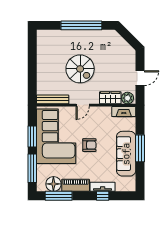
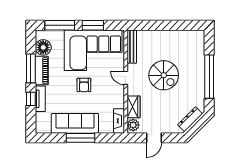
dresser: (122, 44) -> (190, 119), added
spiral stairs: (80, 69) -> (164, 75), turned -90
door: (140, 78) -> (154, 138), hinge flipped
window: (59, 196) -> (31, 68), moved

